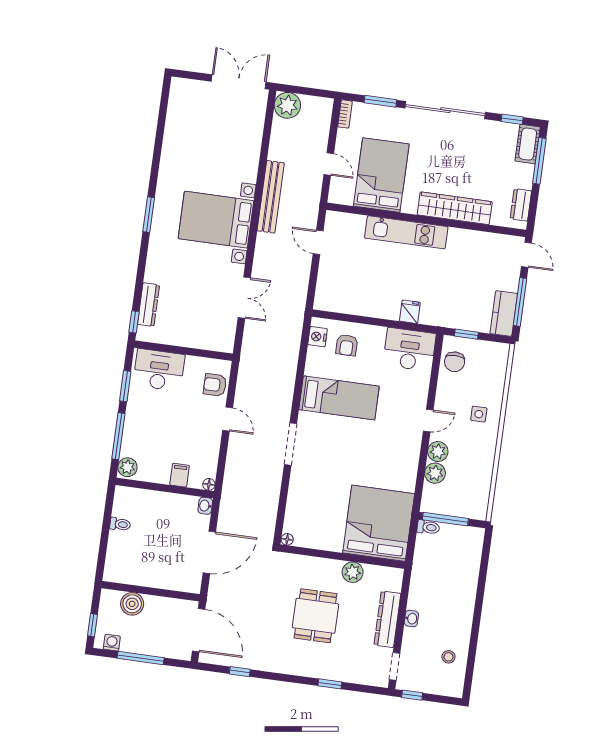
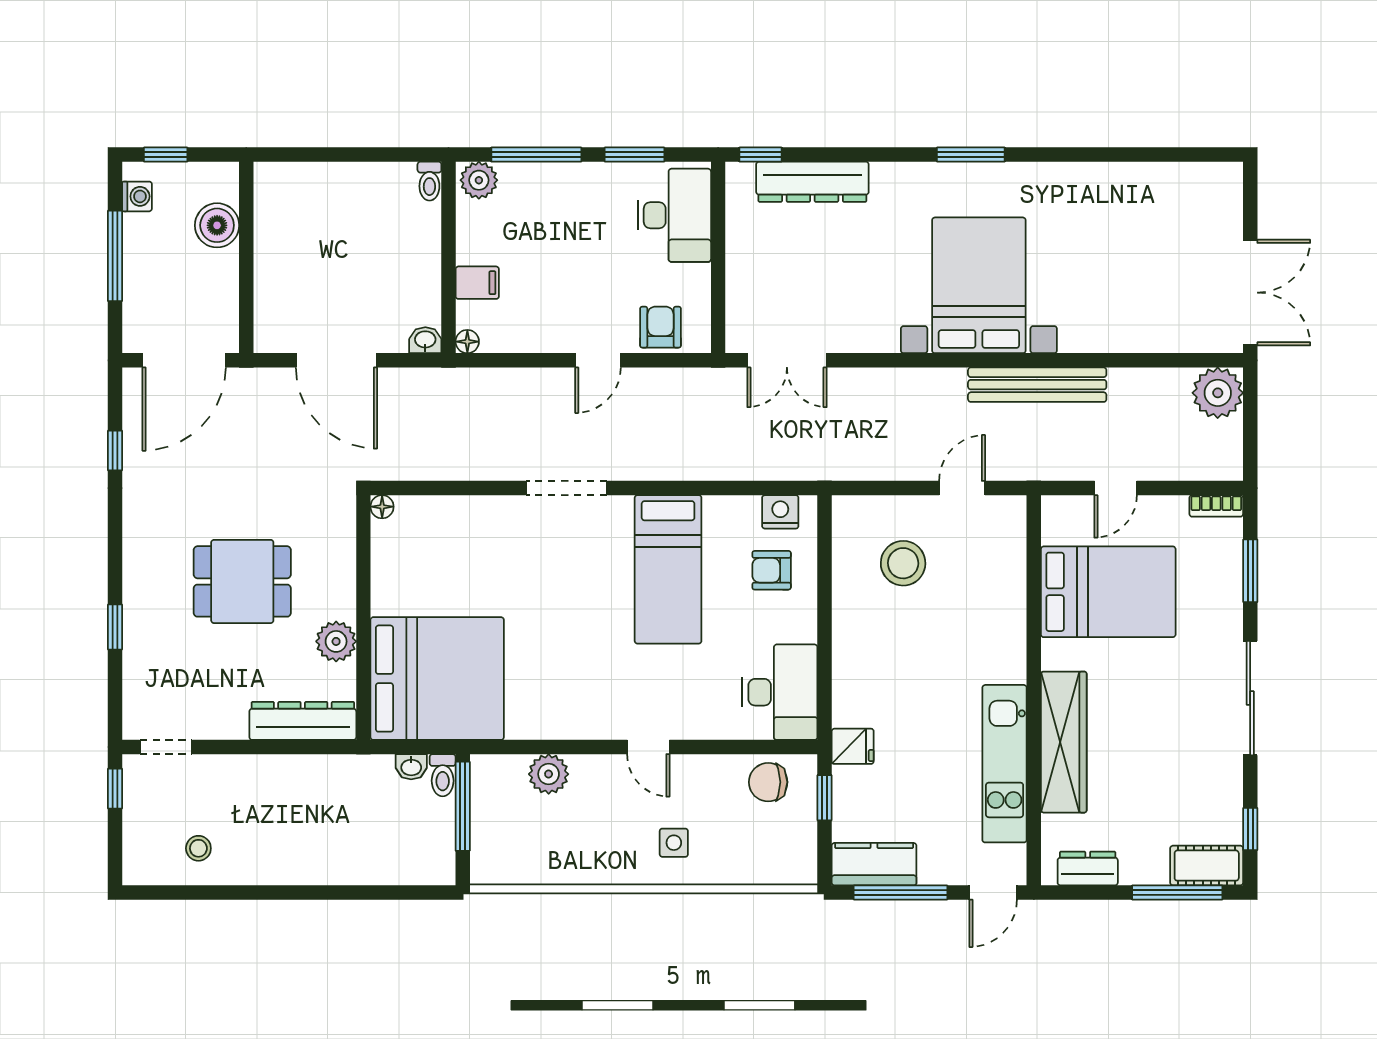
sliding door: (445, 110) -> (1250, 698), width x0.73
kitchen unit: (406, 232) -> (1005, 764), moved
stool: (352, 278) -> (903, 563), added
double door: (244, 298) -> (787, 360), moved
dresser: (148, 305) -> (812, 182), width x1.37, depth x1.24
fridge: (410, 312) -> (853, 746), moved
plant: (438, 452) -> (591, 774), removed
toilet: (120, 524) -> (429, 181), moved
dresser: (387, 619) -> (303, 721), moved
washbasin: (411, 619) -> (411, 767), moved

